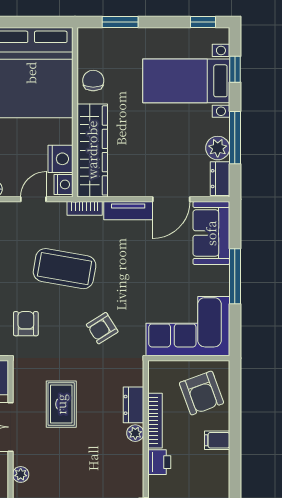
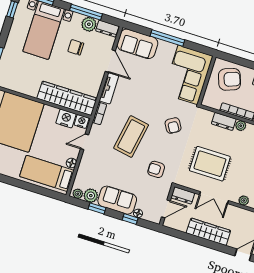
chair: (93, 81) -> (76, 47), moved
door: (33, 199) -> (85, 142), hinge flipped
rug: (61, 404) -> (210, 164), width x1.36, depth x1.43

